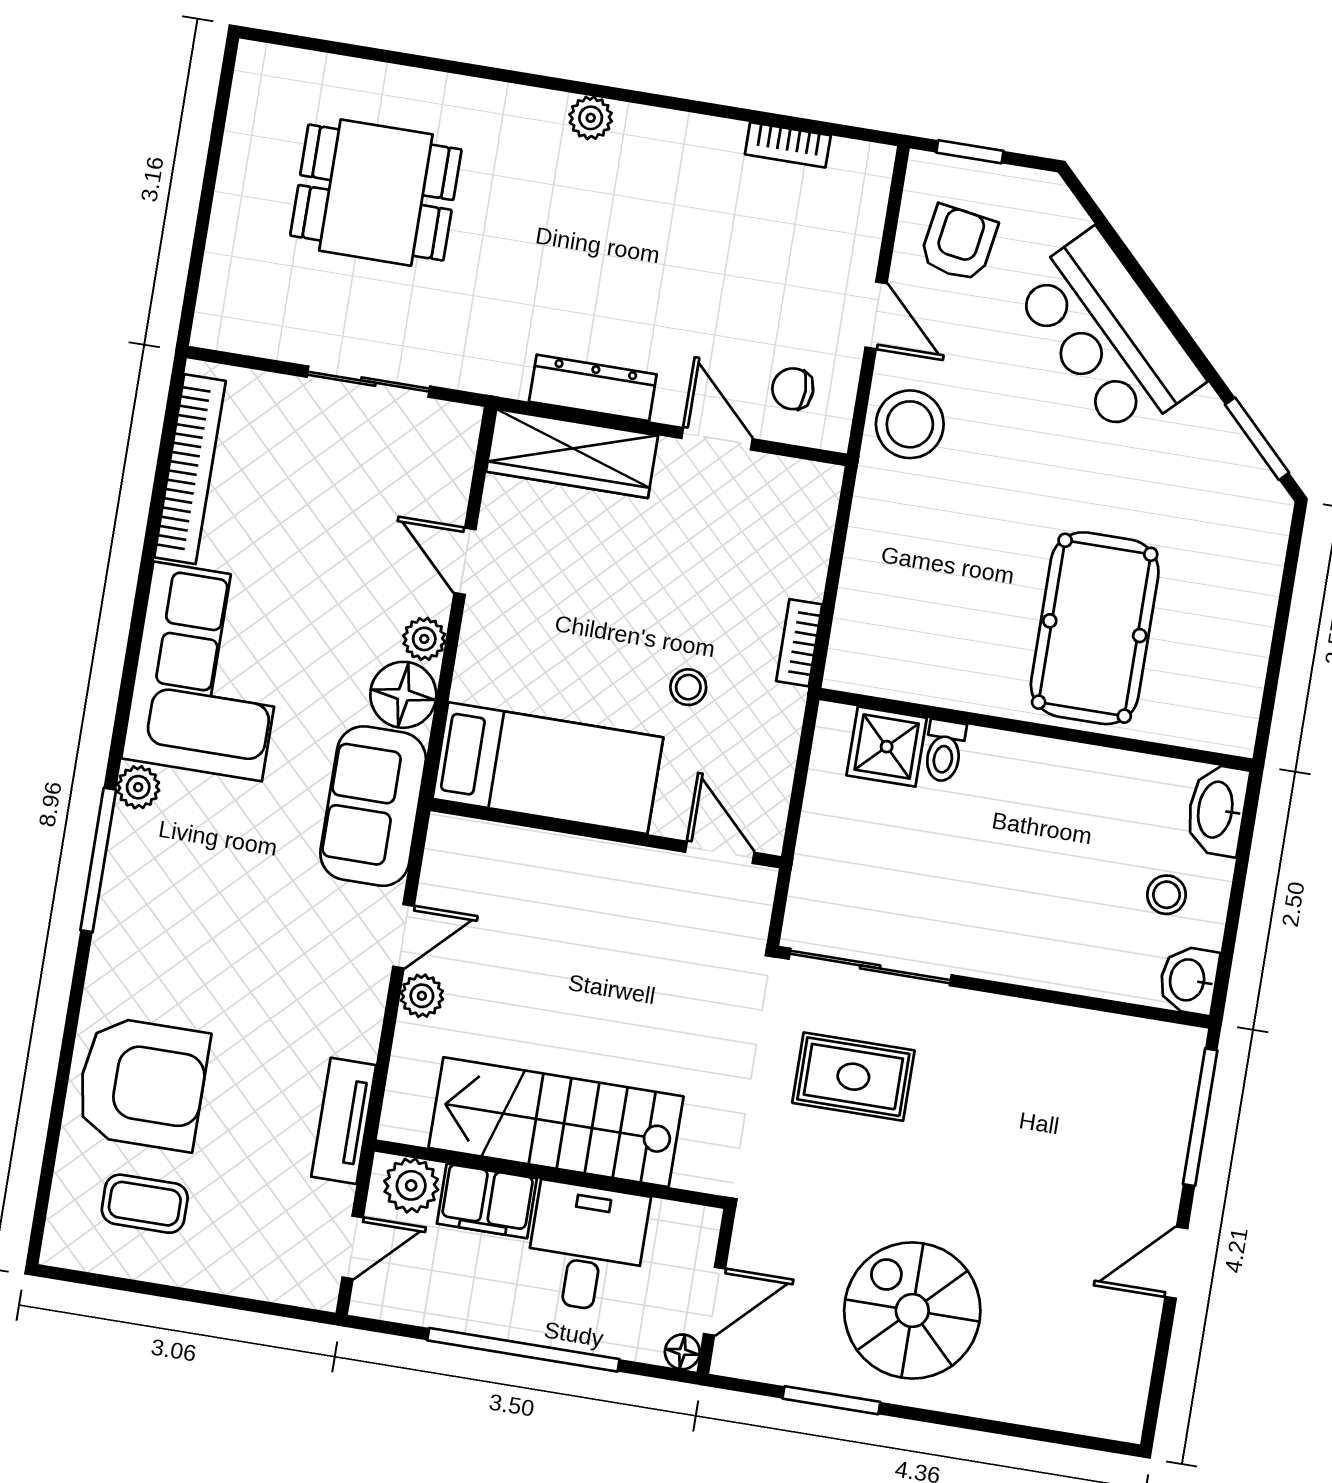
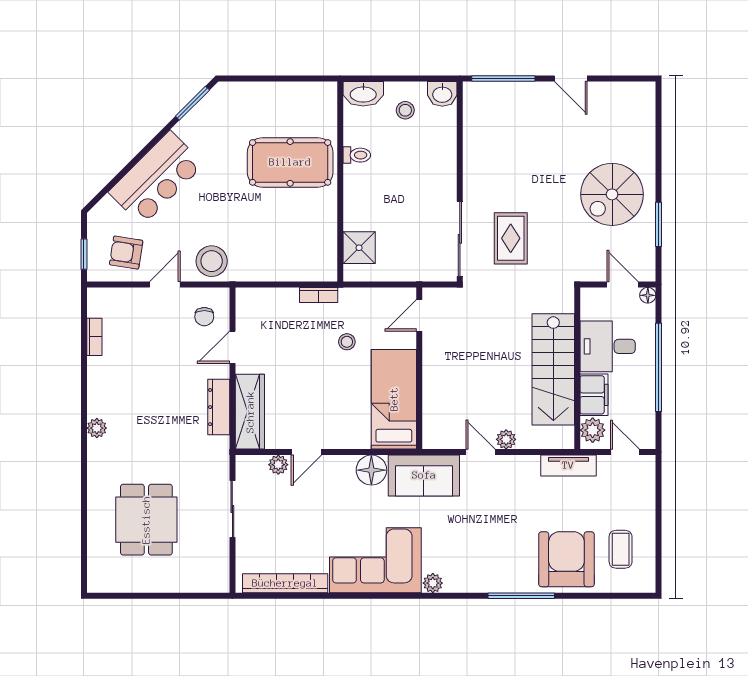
plant: (424, 639) -> (278, 465), moved
toilet: (944, 751) -> (357, 155), moved
window: (98, 860) -> (521, 596), moved

